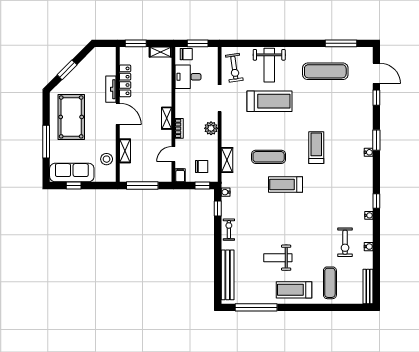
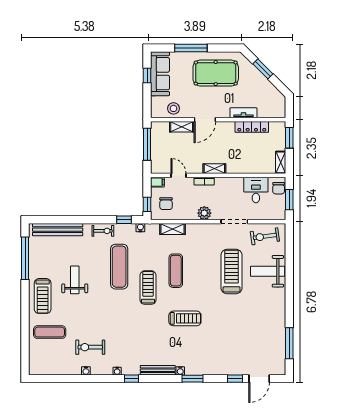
exercise mat: (325, 71) -> (119, 267), moved
treadmill: (269, 101) -> (231, 272), turned 180
door: (118, 114) -> (205, 120), moved
bench: (368, 286) -> (158, 370), moved
treadmill: (294, 290) -> (43, 296), turned 180

